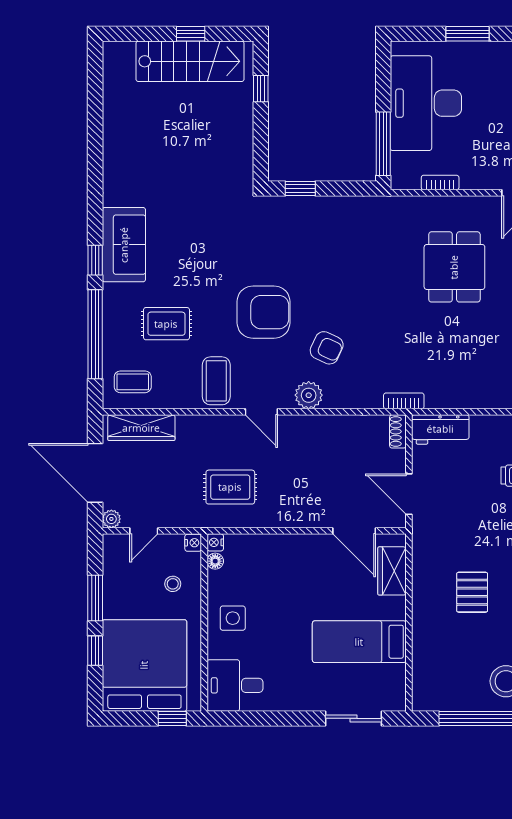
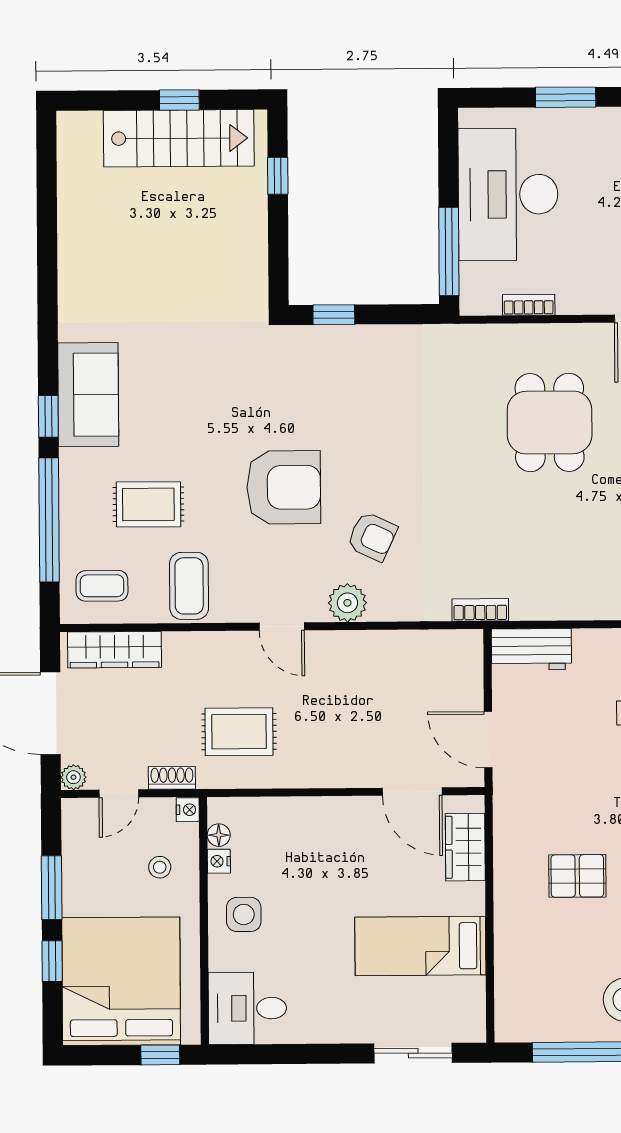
coffee table: (216, 381) -> (189, 586), moved
shoe rack: (398, 431) -> (172, 778), moved, turned 90
nightstand: (215, 542) -> (219, 861), moved
pallet: (472, 592) -> (577, 876), turned 90

